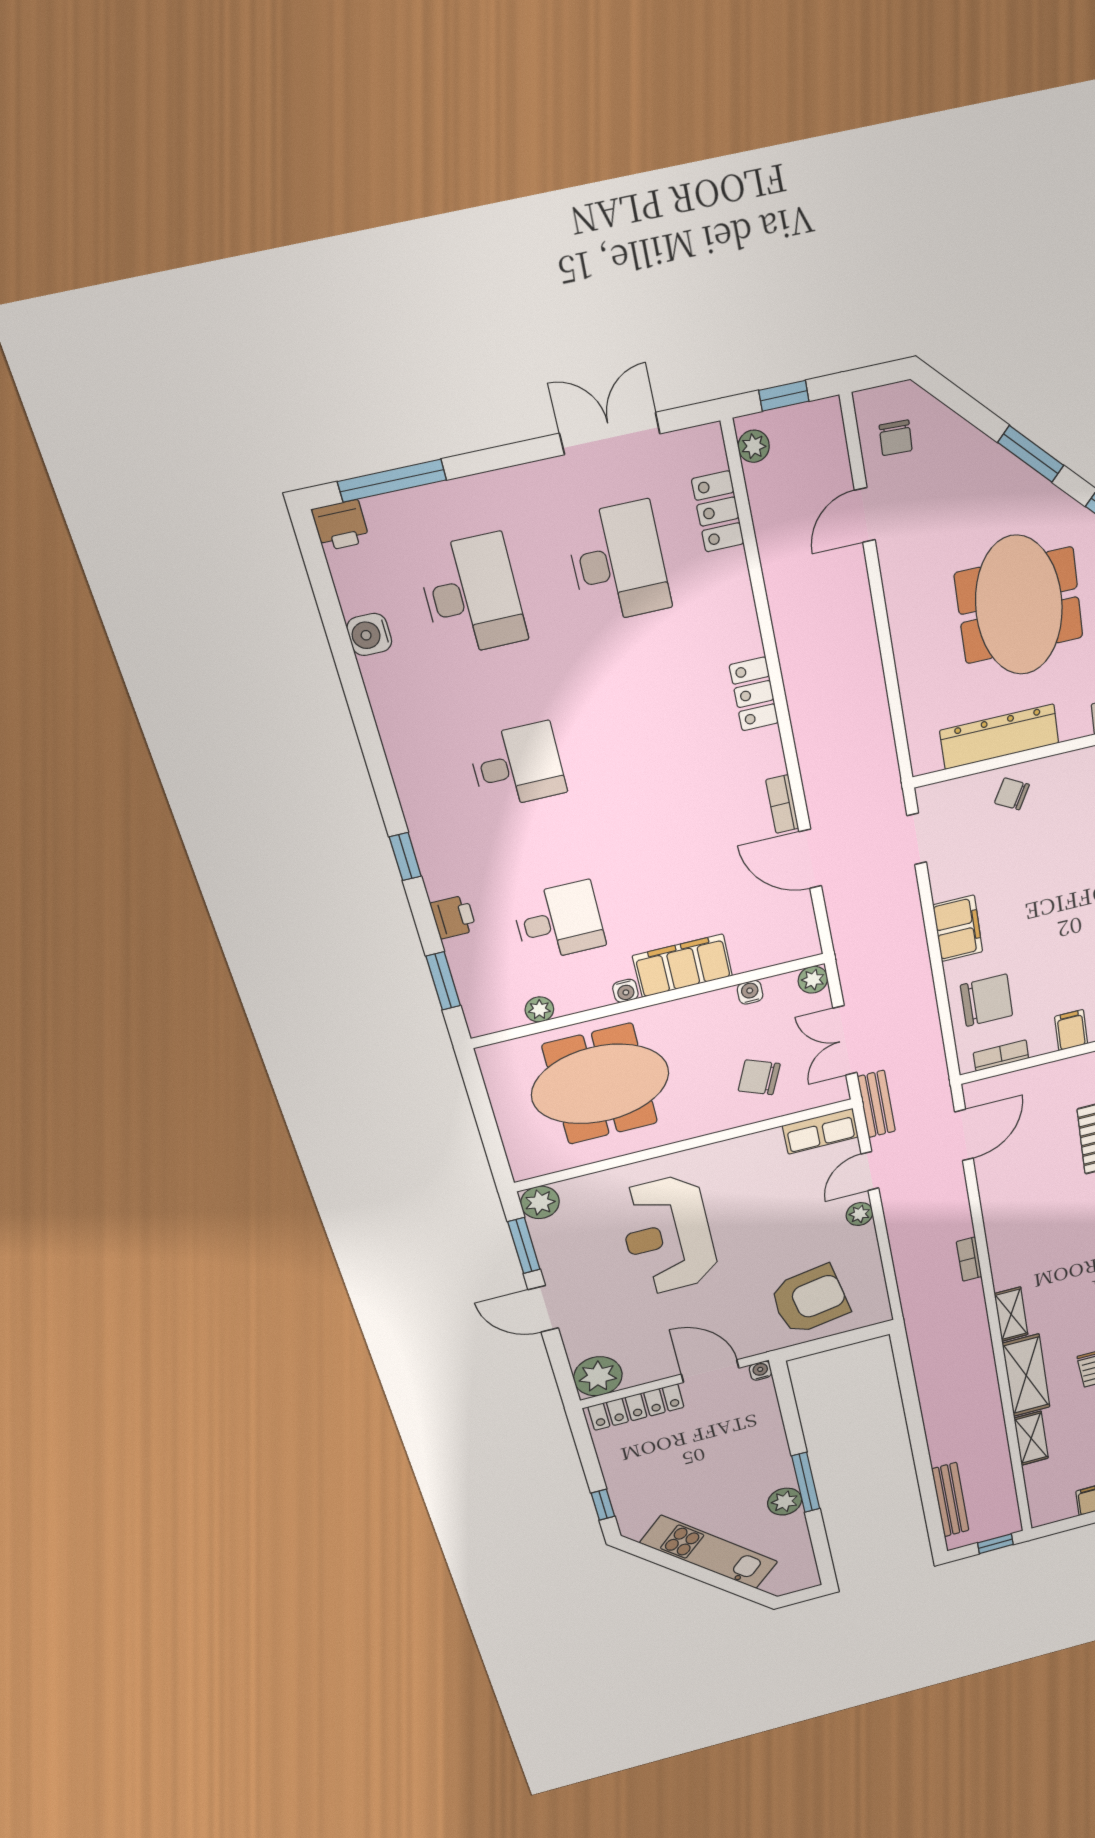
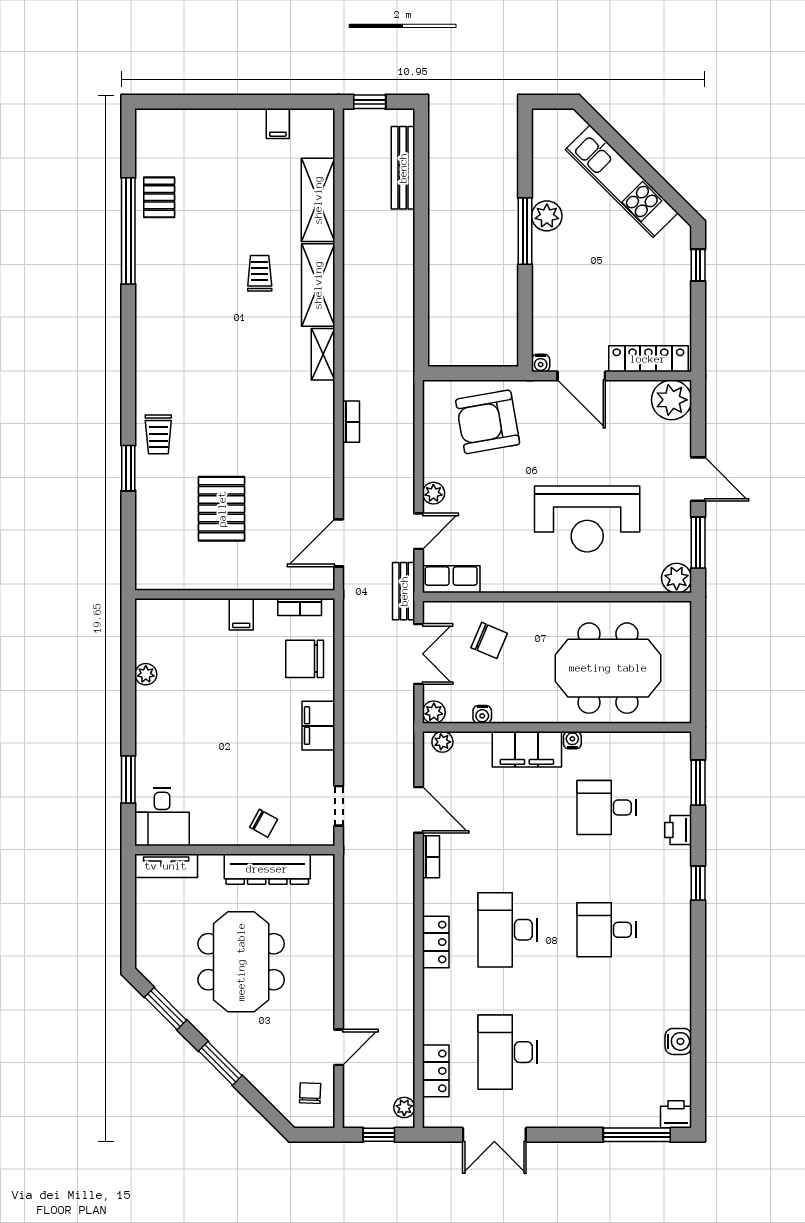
desk: (472, 595) -> (508, 930), moved
plant: (539, 1009) -> (442, 742), moved
reception desk: (668, 1235) -> (587, 519), turned 90
shelving: (1031, 1438) -> (318, 200), width x1.50, depth x1.33

